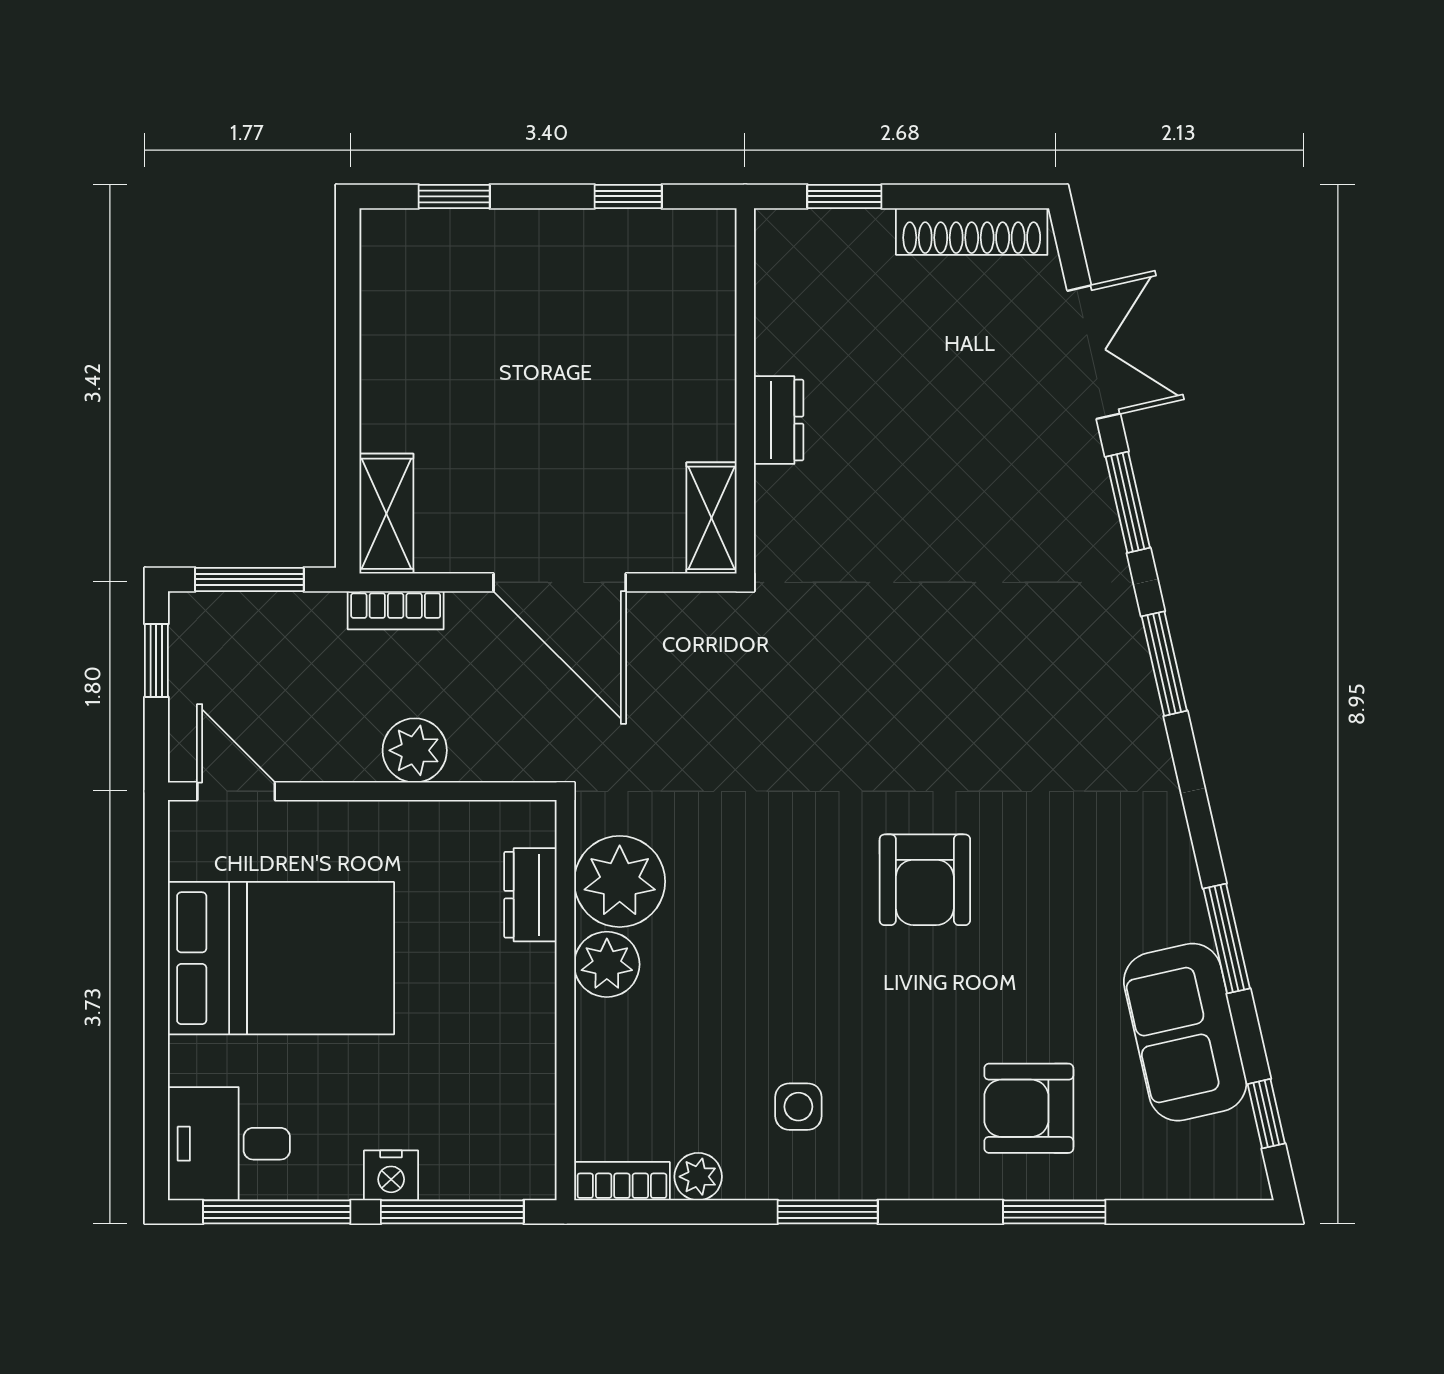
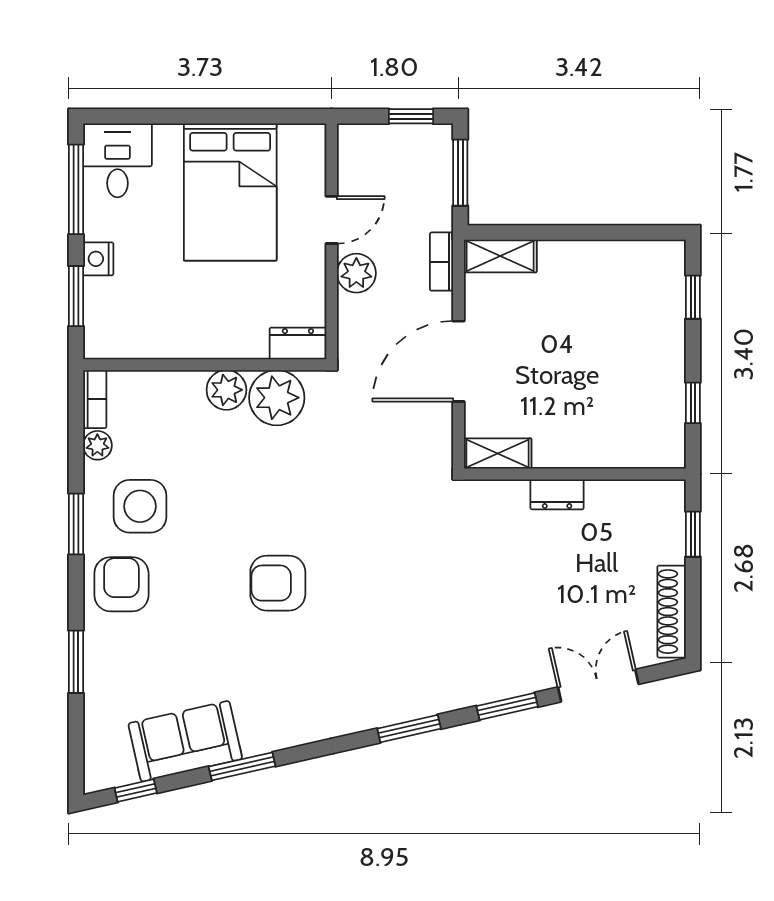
double door: (1094, 352) -> (598, 686), swing flipped
door: (236, 791) -> (332, 220), moved
dresser: (530, 895) -> (298, 343), moved
side table: (798, 1107) -> (140, 506), width x1.87, depth x1.87
armchair: (1029, 1108) -> (121, 584), moved
window: (452, 1212) -> (76, 296), width x0.69

